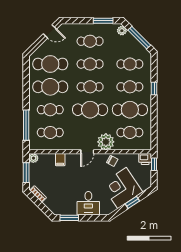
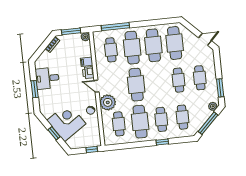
door: (50, 31) -> (205, 39), swing flipped
cafe table: (90, 87) -> (157, 82), removed
cafe table: (50, 110) -> (132, 48), width x1.37, depth x1.35
printer: (145, 159) -> (88, 73), moved
desk: (88, 203) -> (47, 78), moved
window: (69, 218) -> (35, 89), moved

